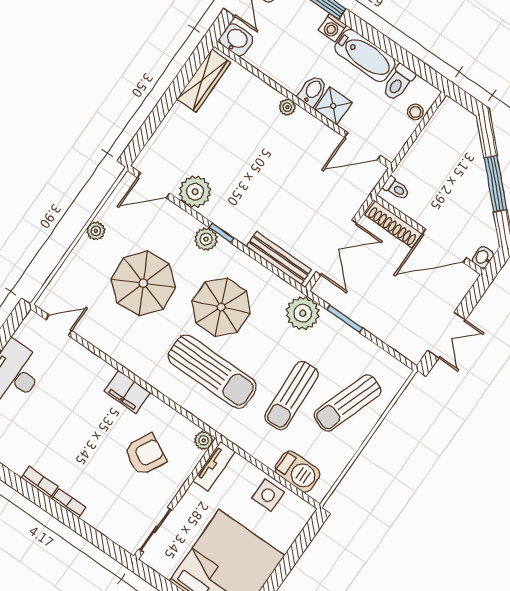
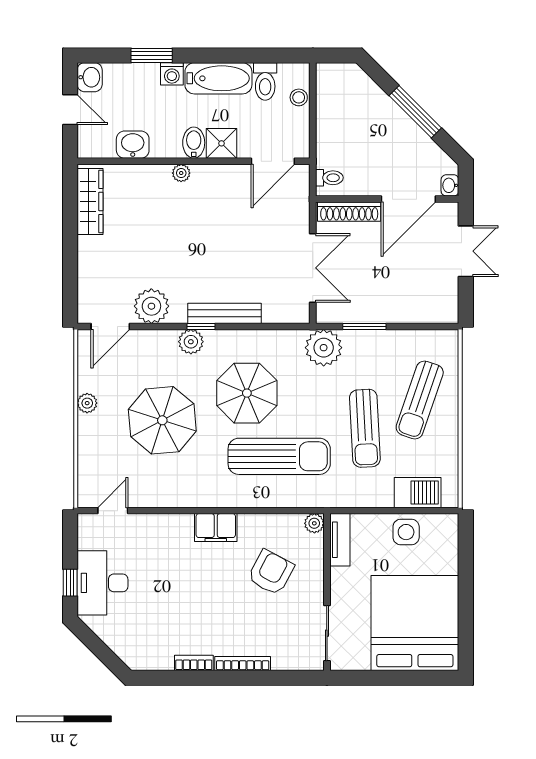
washbasin: (236, 40) -> (133, 145), moved
bench: (279, 258) -> (224, 313), moved
double door: (446, 335) -> (466, 251), moved
bookcase: (69, 503) -> (243, 664), width x1.56

